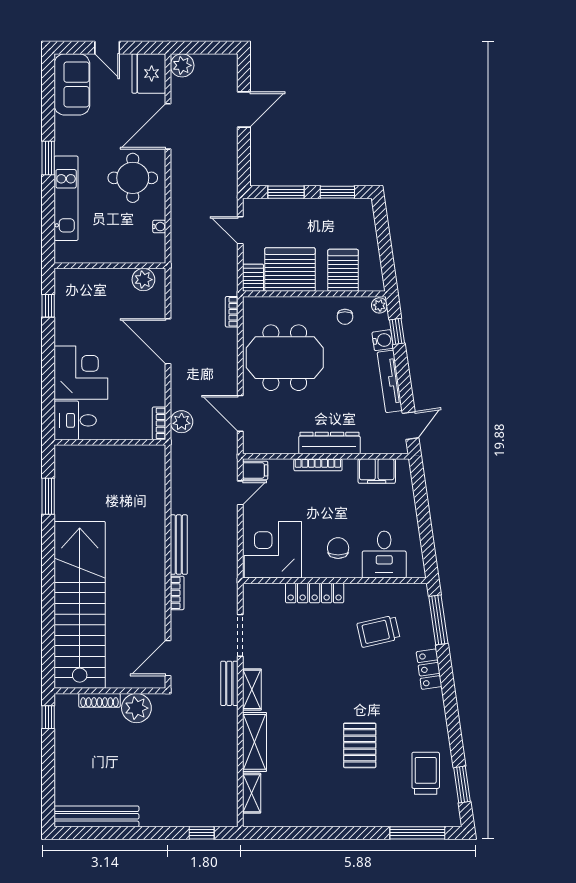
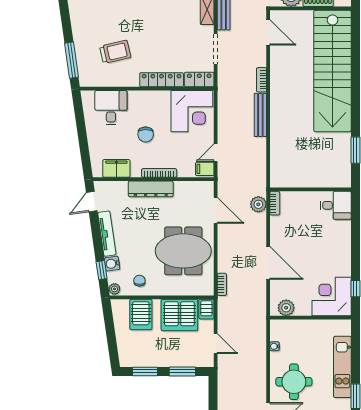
corner desk: (81, 373) -> (332, 296), moved, turned 90
chair: (338, 548) -> (146, 134), moved
door: (168, 658) -> (268, 32), hinge flipped
locker: (429, 669) -> (199, 80), moved, turned -82

